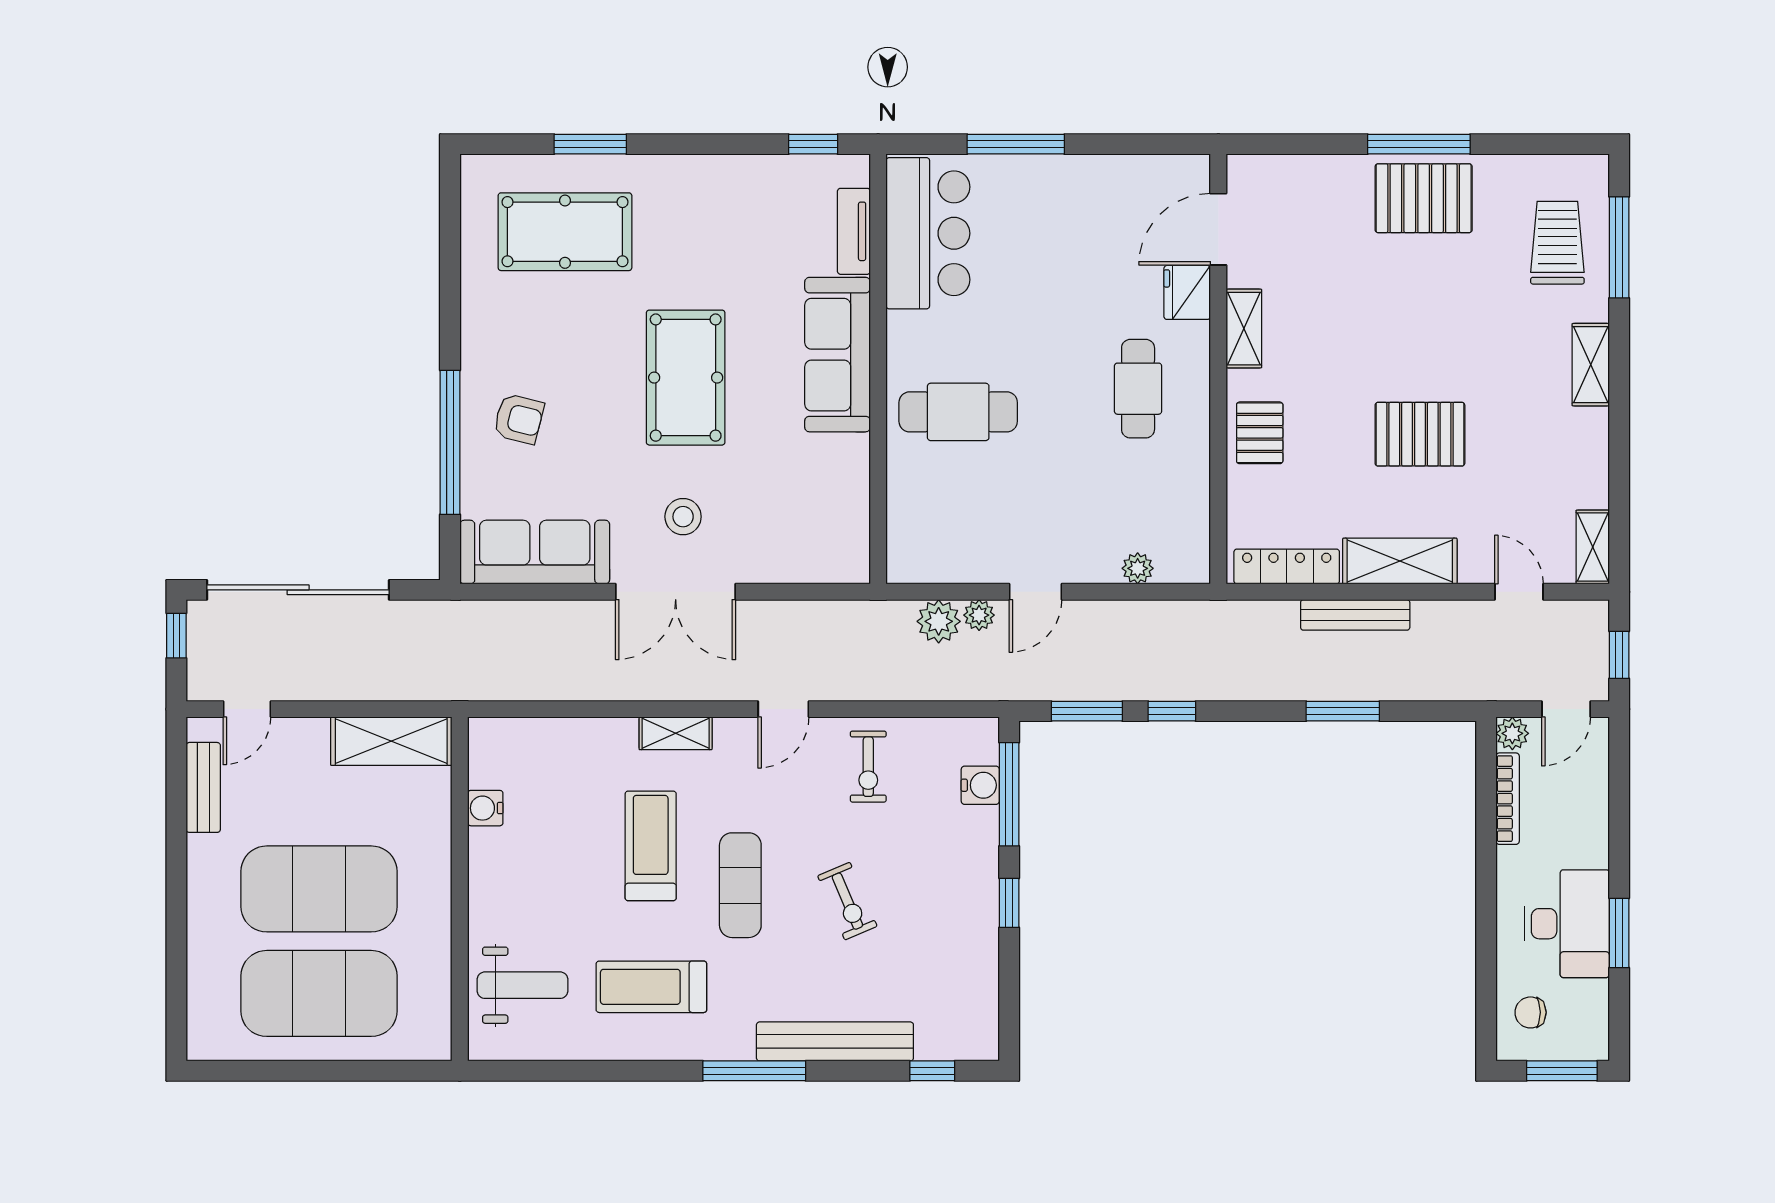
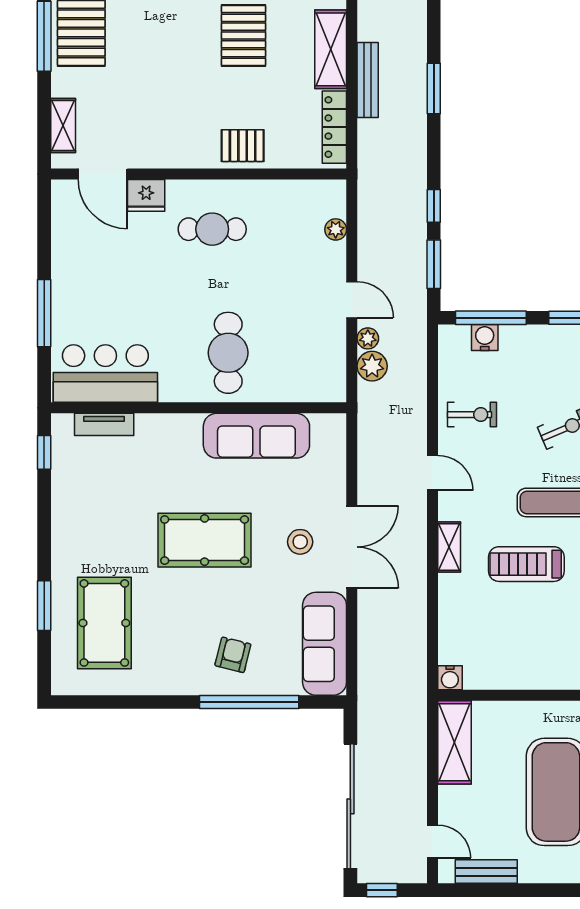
shelving: (1244, 329) -> (63, 126), moved, turned 90
sofa: (838, 355) -> (256, 436), moved
water cooler: (485, 808) -> (450, 678), moved

